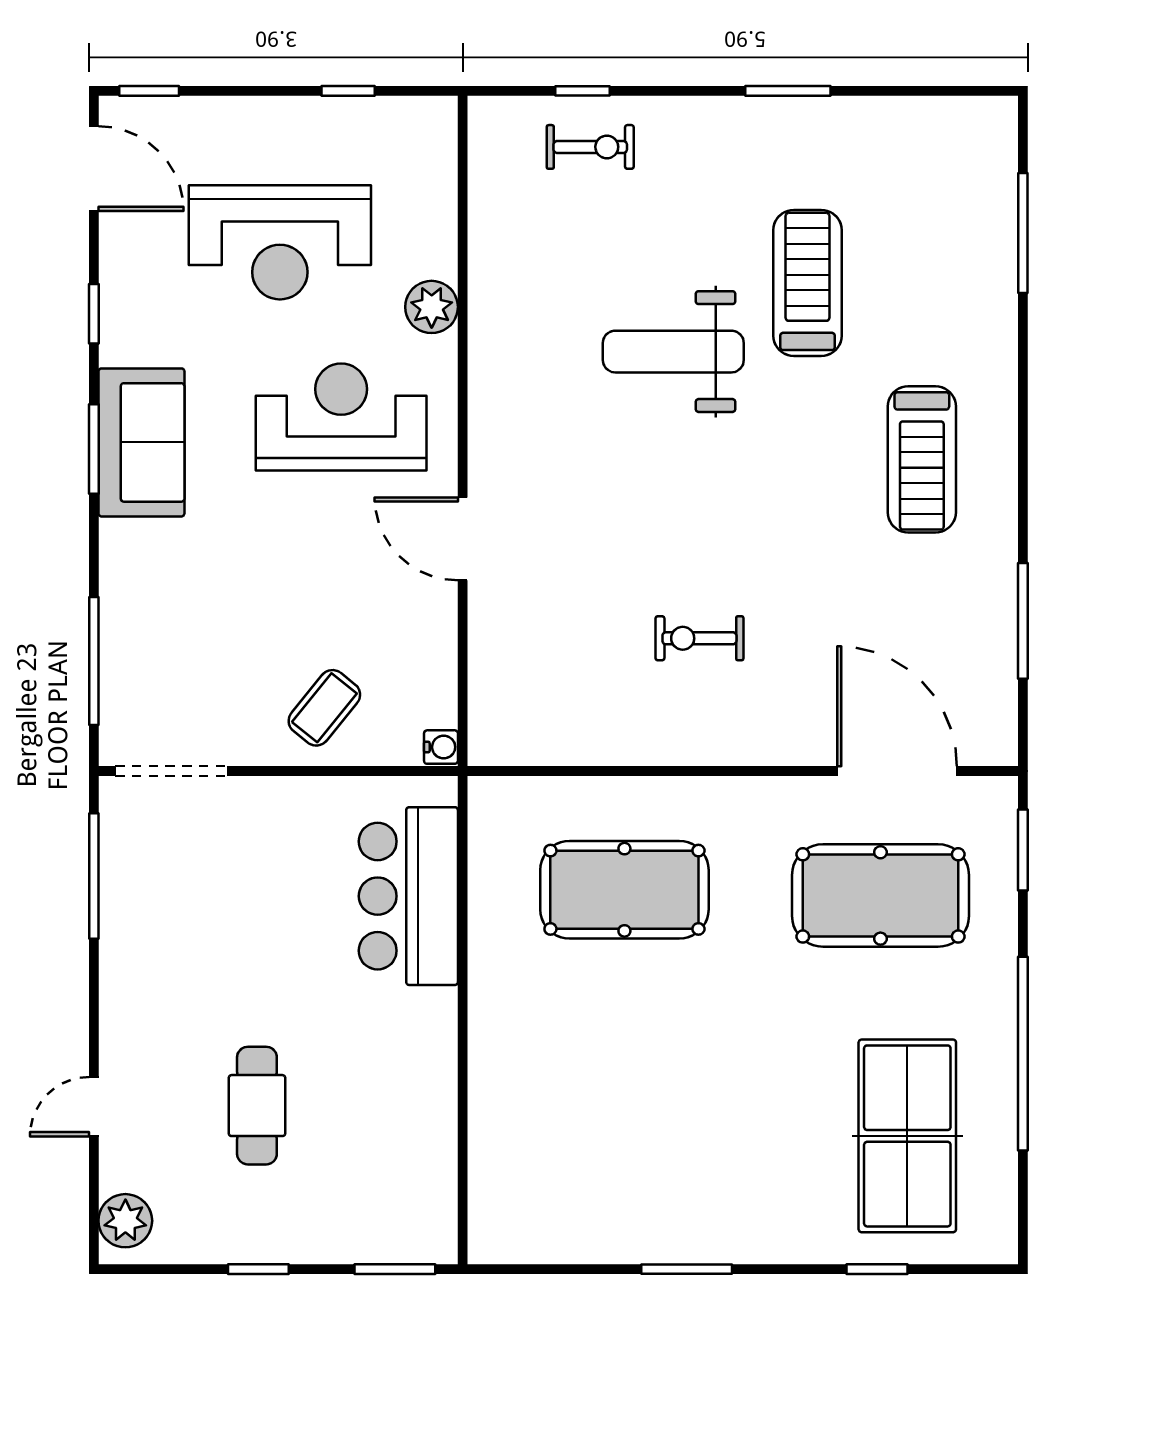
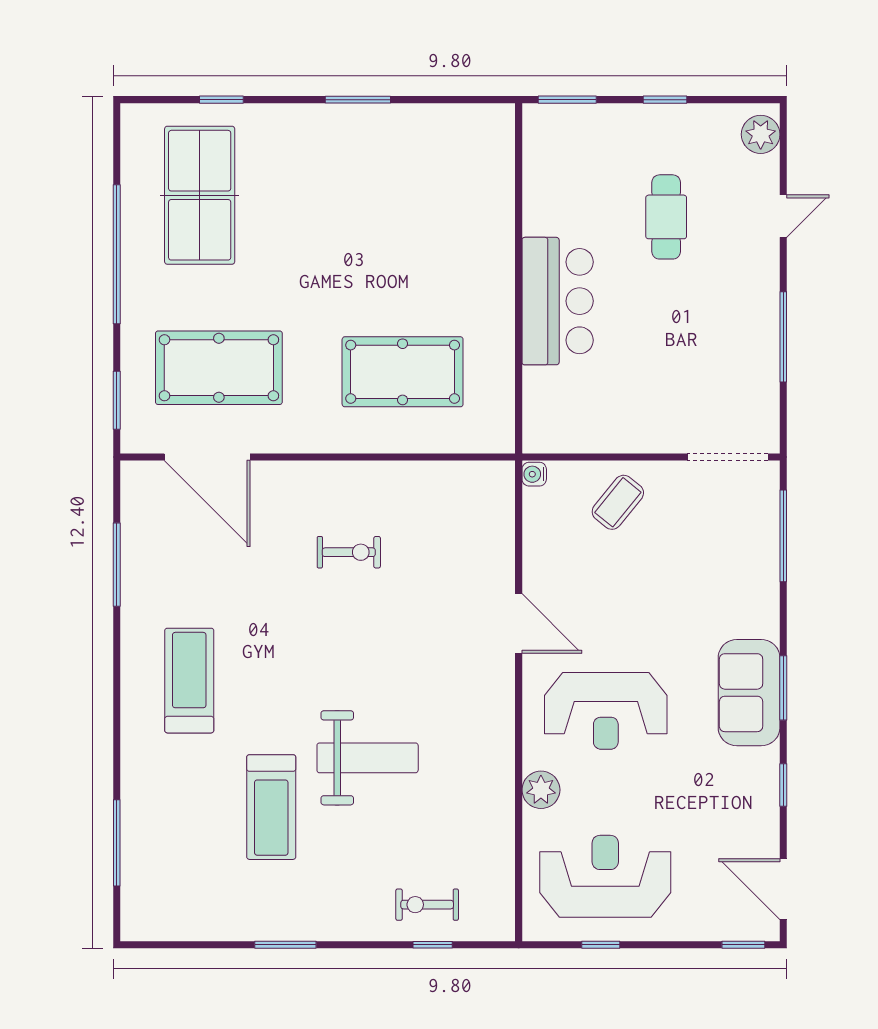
reception desk: (280, 242) -> (605, 876), moved
window: (94, 876) -> (783, 337), moved
bar counter: (408, 896) -> (558, 301), moved

